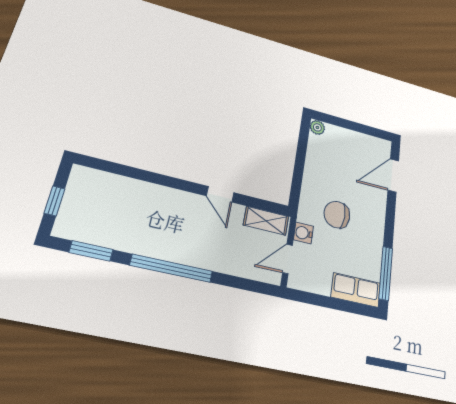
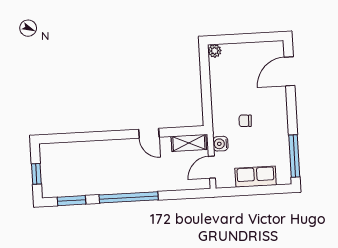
chair: (337, 215) -> (245, 121), width x0.54, depth x0.54
row of seats: (356, 290) -> (256, 177), moved

